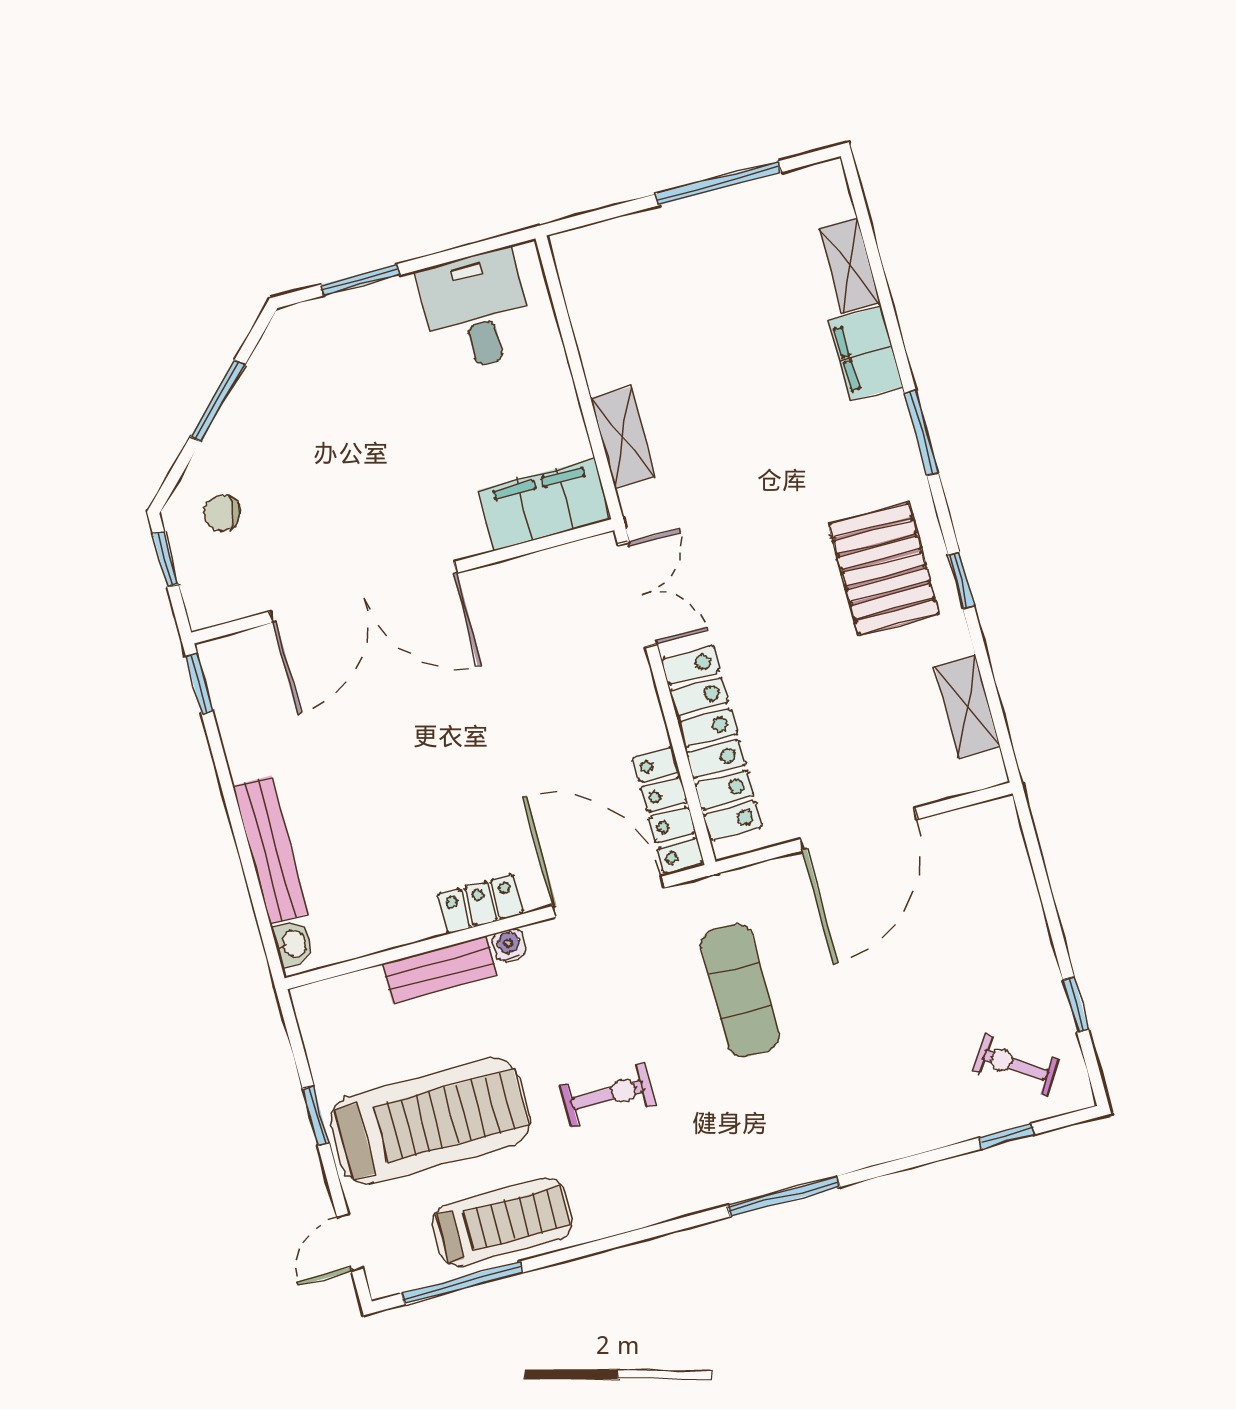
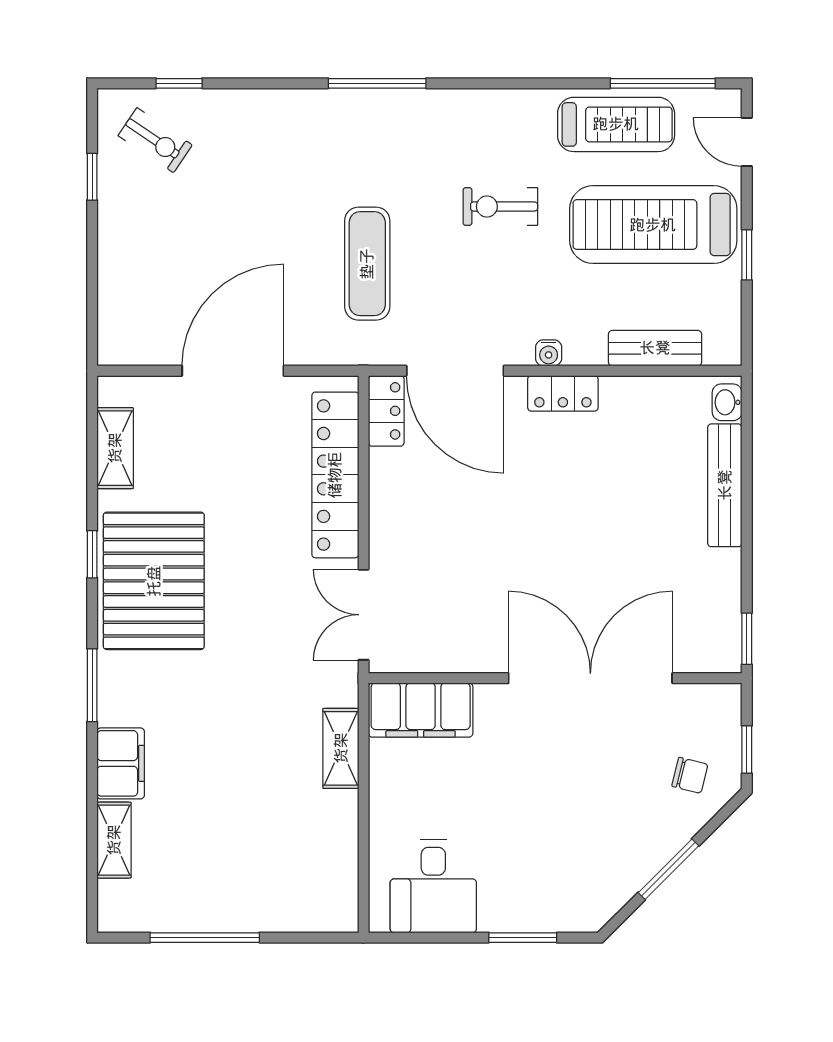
pallet: (884, 569) -> (154, 581), width x1.37, depth x1.41
locker: (668, 810) -> (386, 411), width x0.66
bench: (440, 970) -> (655, 348), moved
treadmill: (502, 1222) -> (616, 124), turned 180
door: (350, 1242) -> (747, 142), swing flipped

